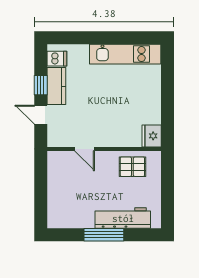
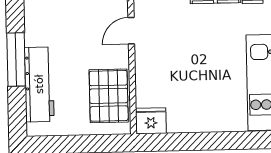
pallet: (132, 167) -> (109, 96), width x1.50, depth x1.42

